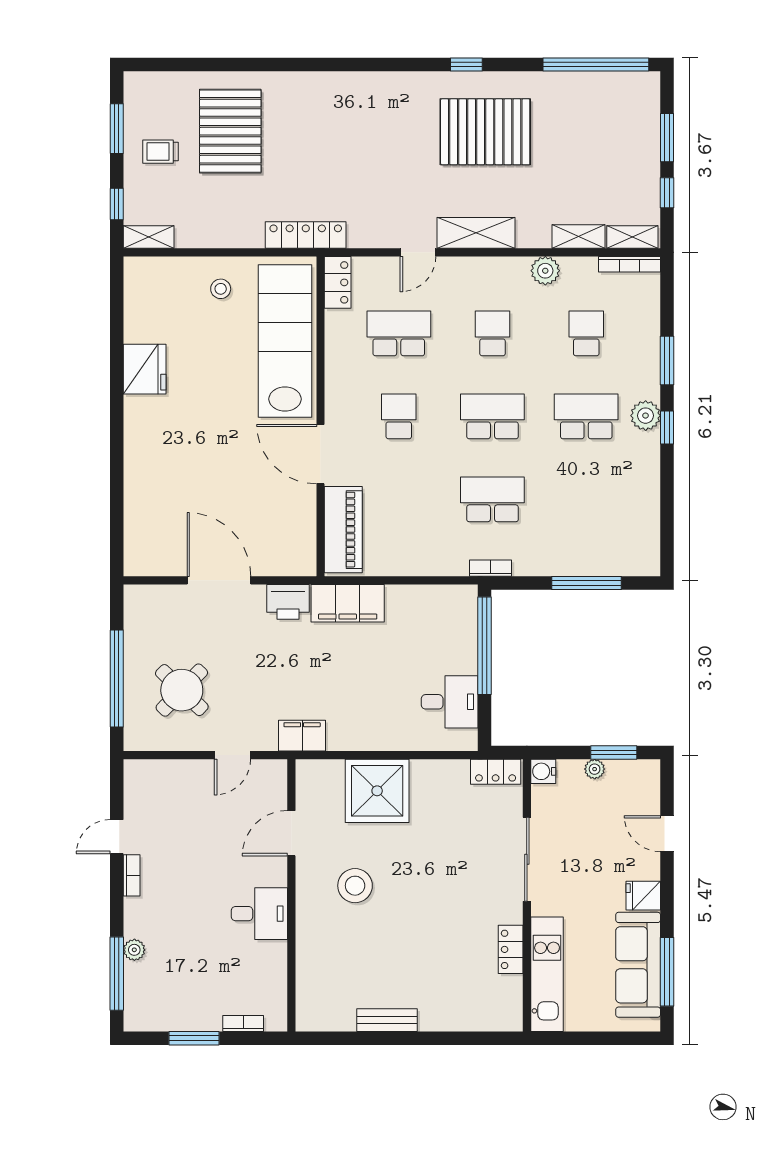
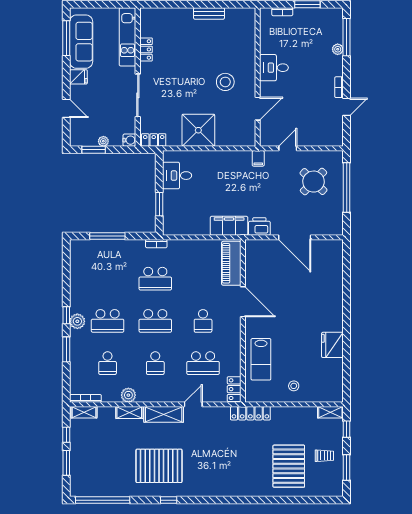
shelving: (578, 237) -> (129, 413), moved
lab bench: (285, 341) -> (261, 359), width x0.54, depth x0.72
window: (485, 646) -> (159, 204), width x0.47
filing cabinet: (302, 736) -> (258, 158), width x0.50
shower: (377, 791) -> (198, 130), moved

